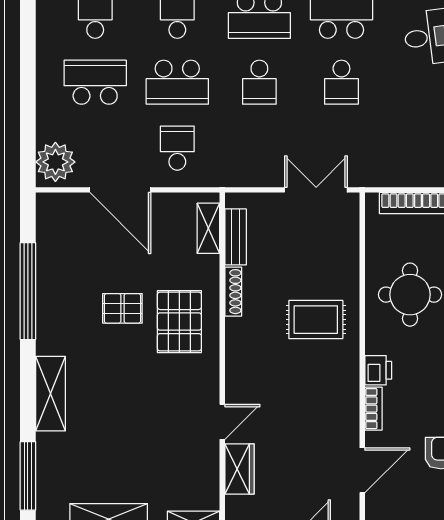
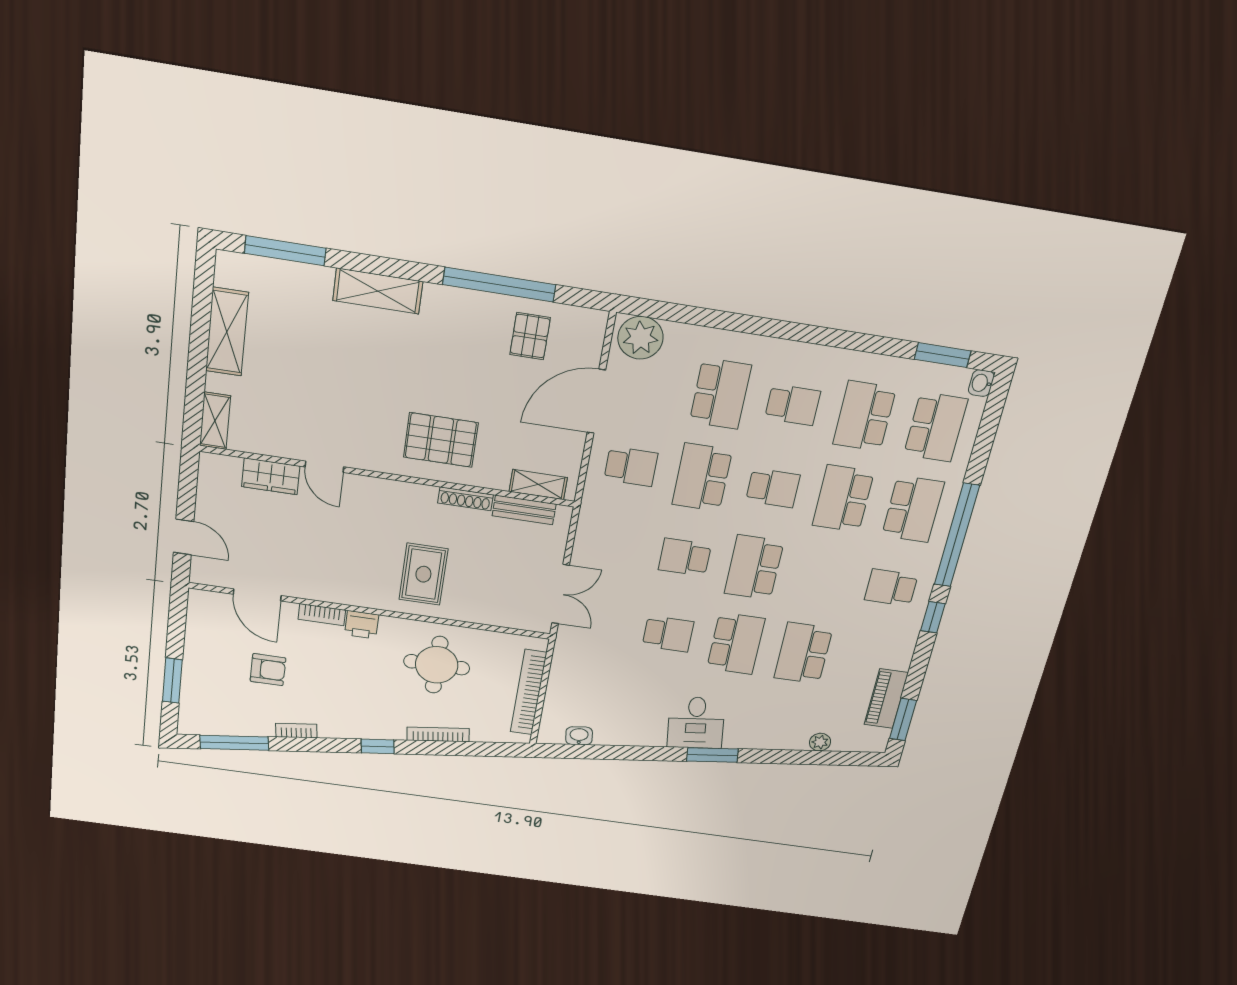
school desk: (341, 82) -> (668, 634), turned 180
pallet: (122, 308) -> (530, 336), moved

